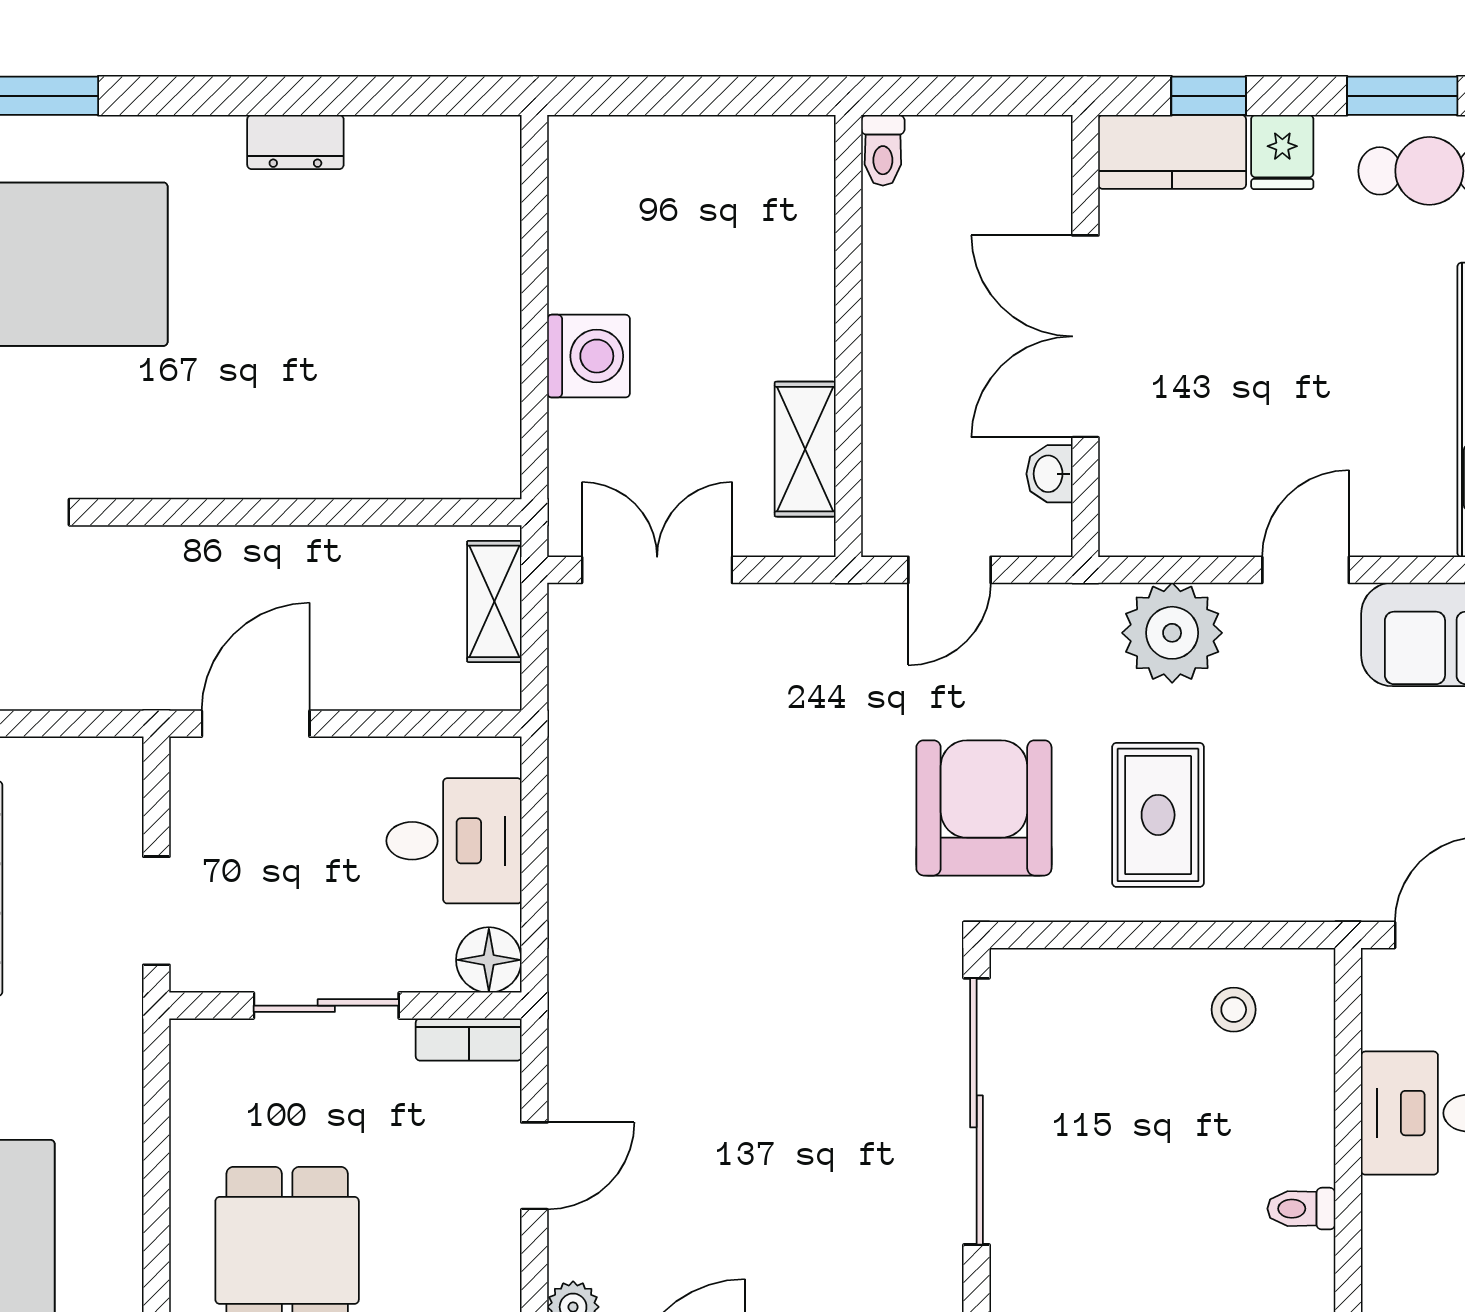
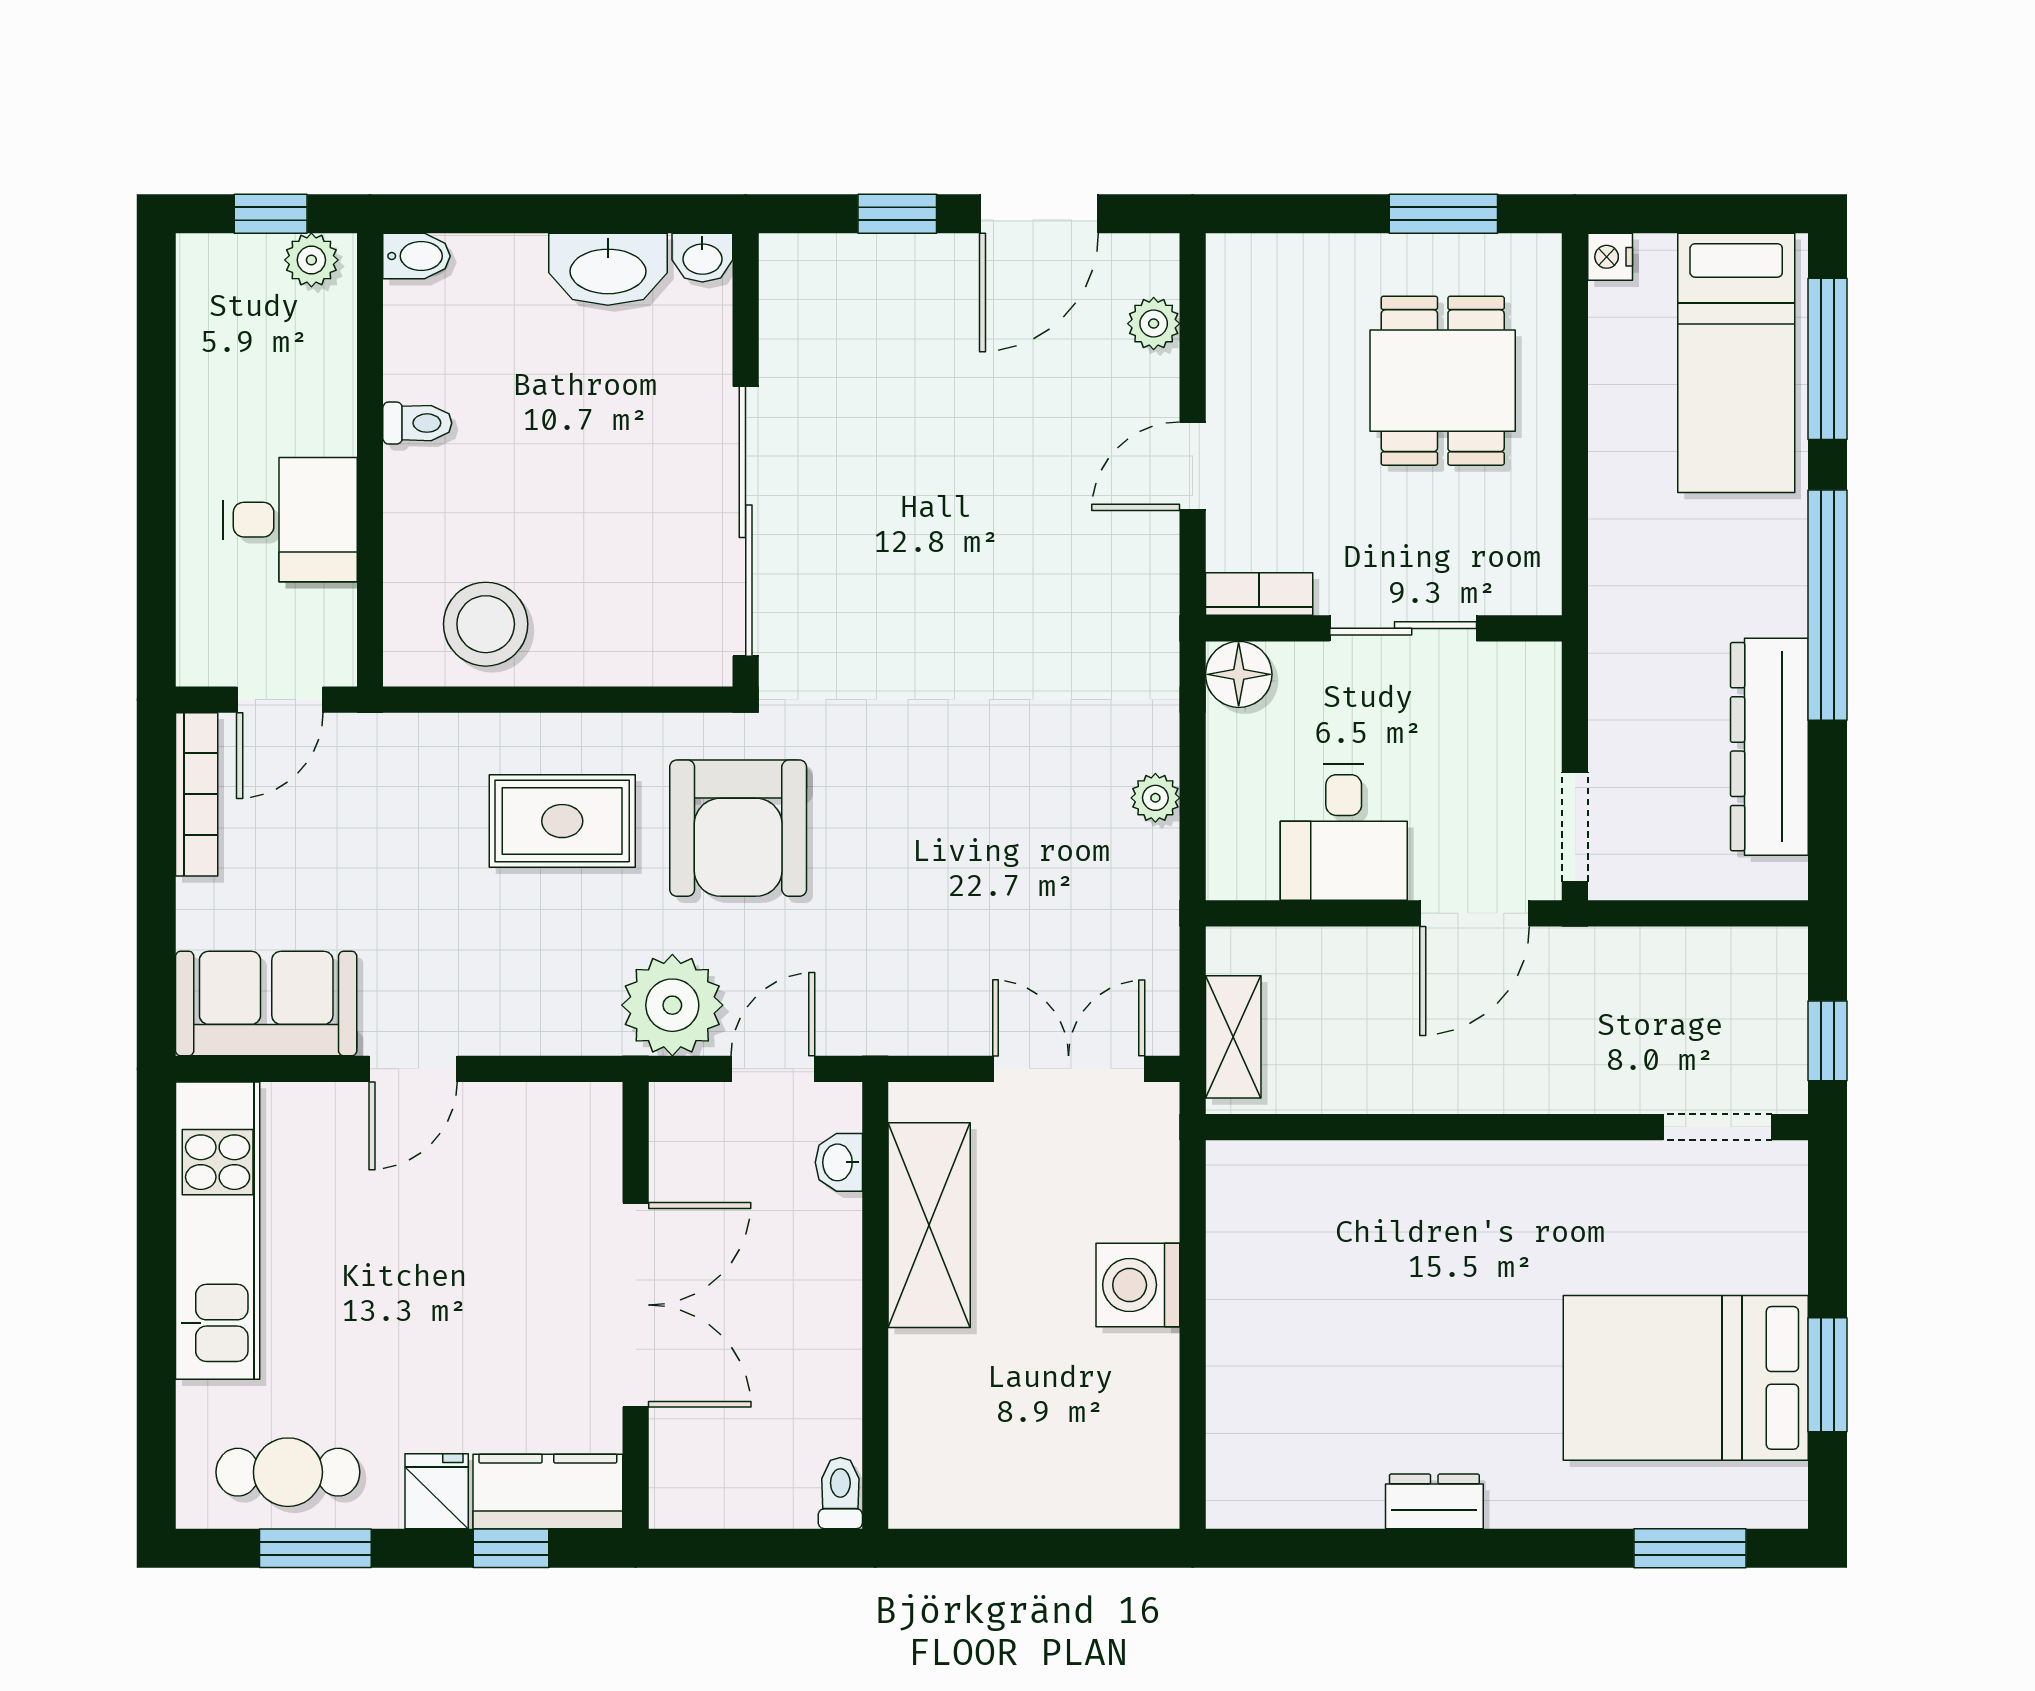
shelving: (805, 449) -> (929, 1225), width x1.50, depth x1.33
washbasin: (1049, 474) -> (839, 1162), moved, turned 180
double door: (657, 570) -> (1069, 1069), swing flipped
plant: (1172, 633) -> (672, 1005), moved
rug: (1158, 815) -> (562, 821), turned 90
plant: (571, 838) -> (1155, 798), added
desk: (454, 841) -> (1344, 832), moved, turned -90
doorway: (156, 911) -> (1575, 827), moved
stool: (1234, 1010) -> (486, 624), width x1.89, depth x1.89

